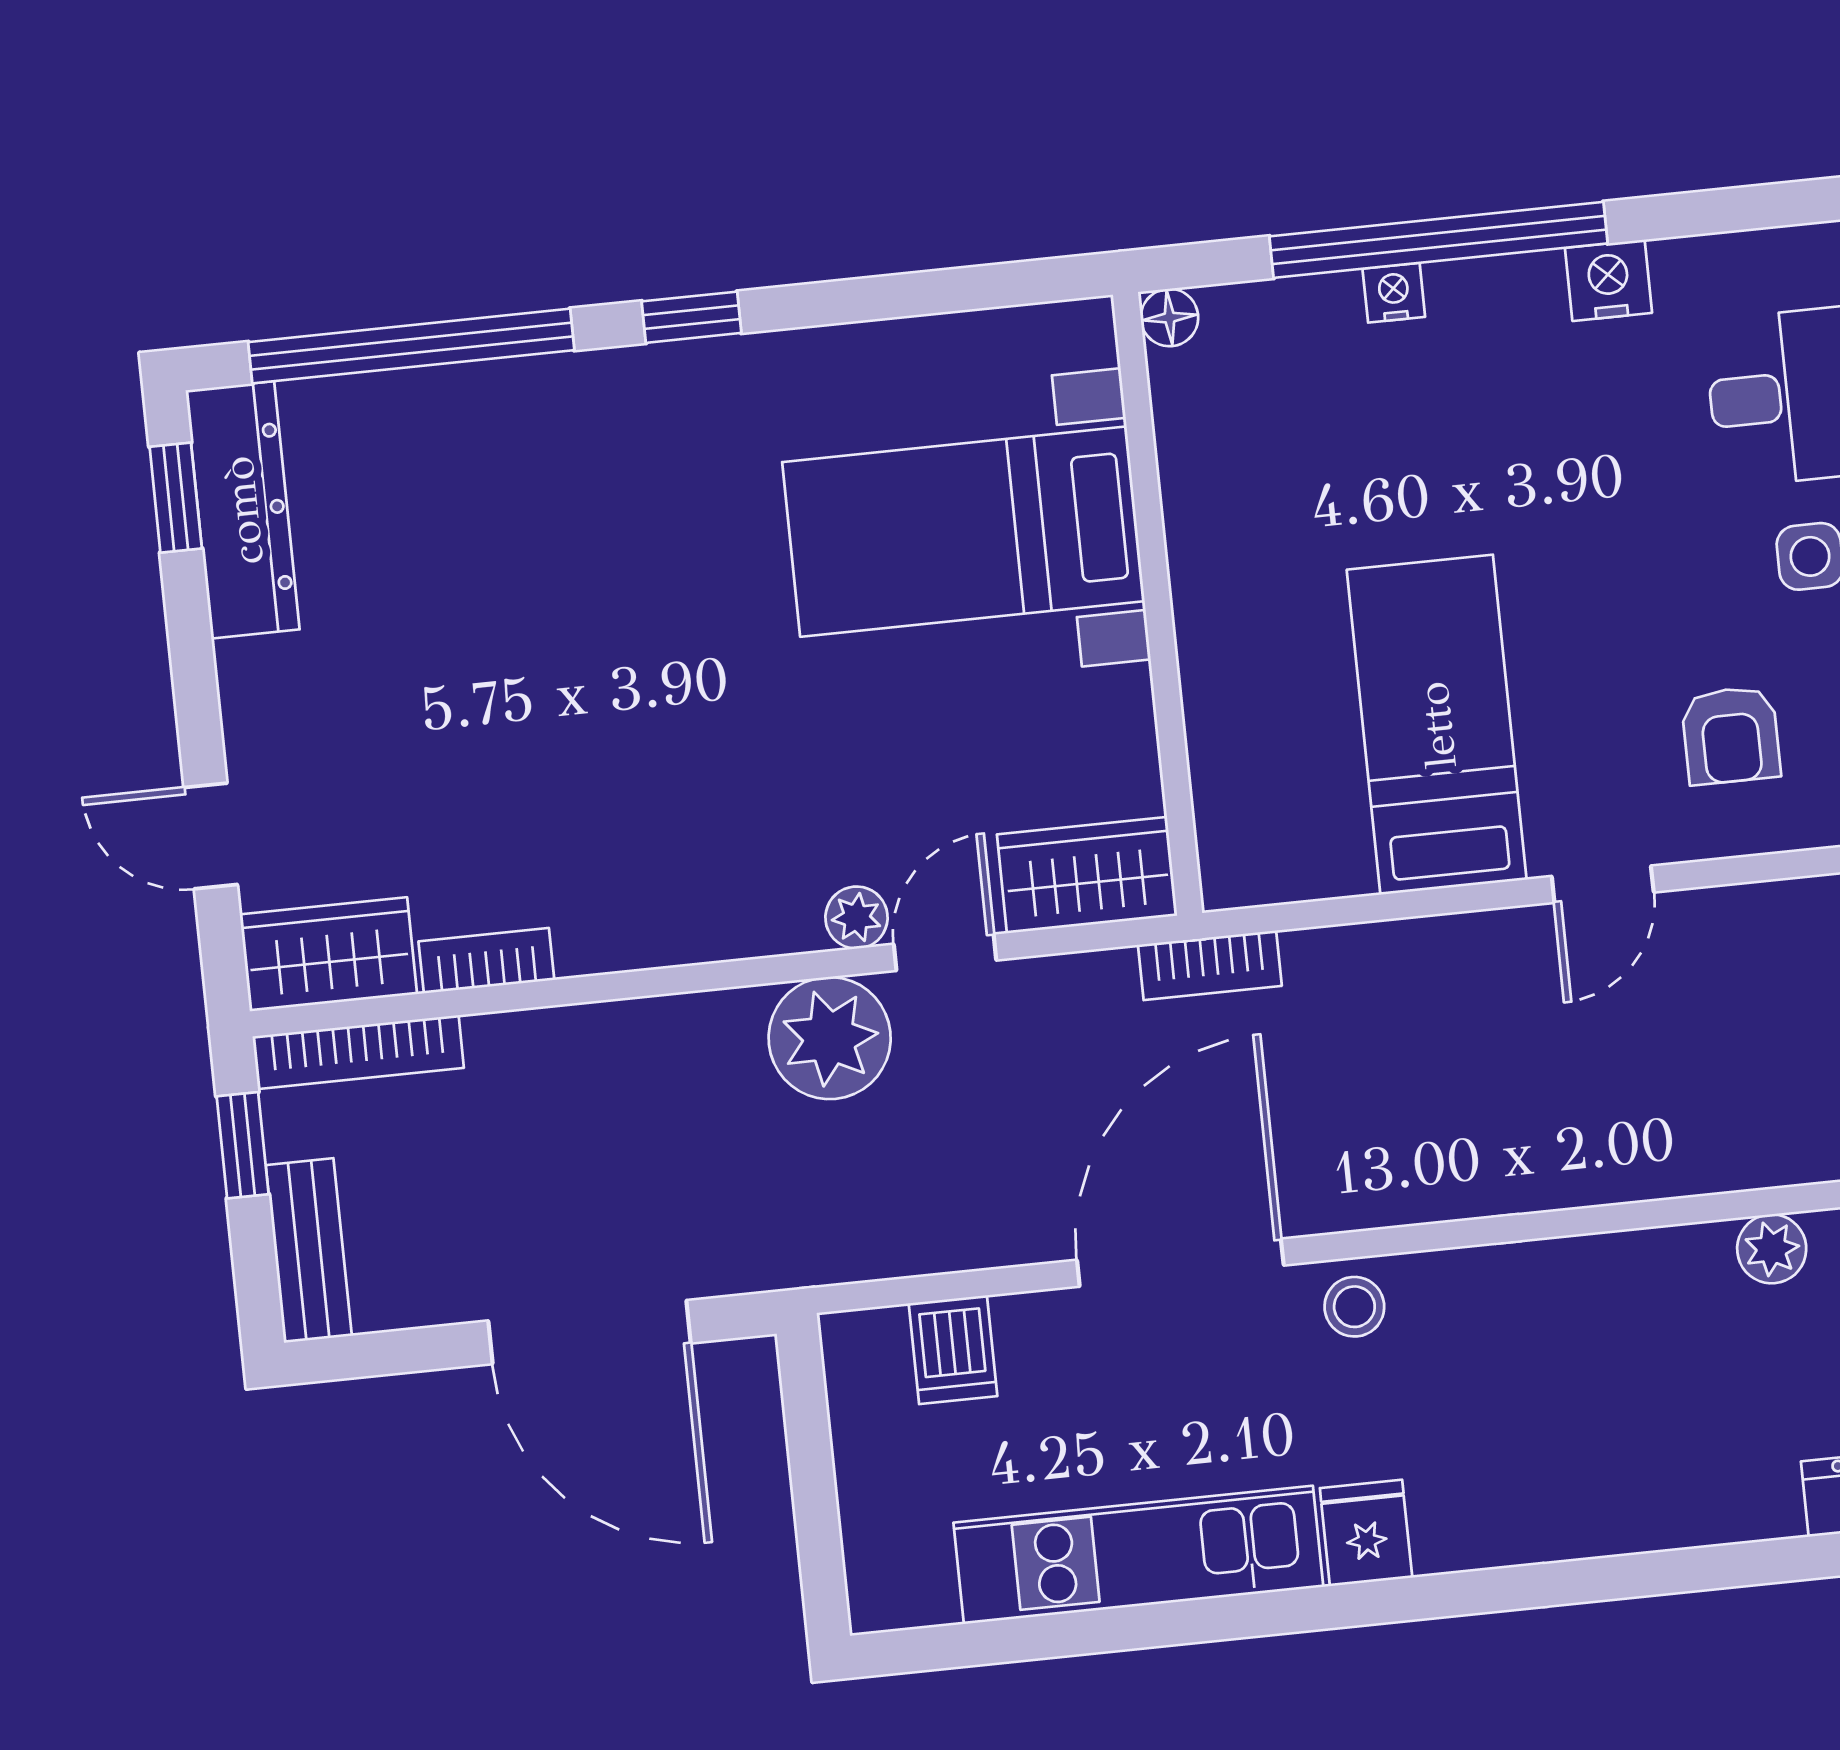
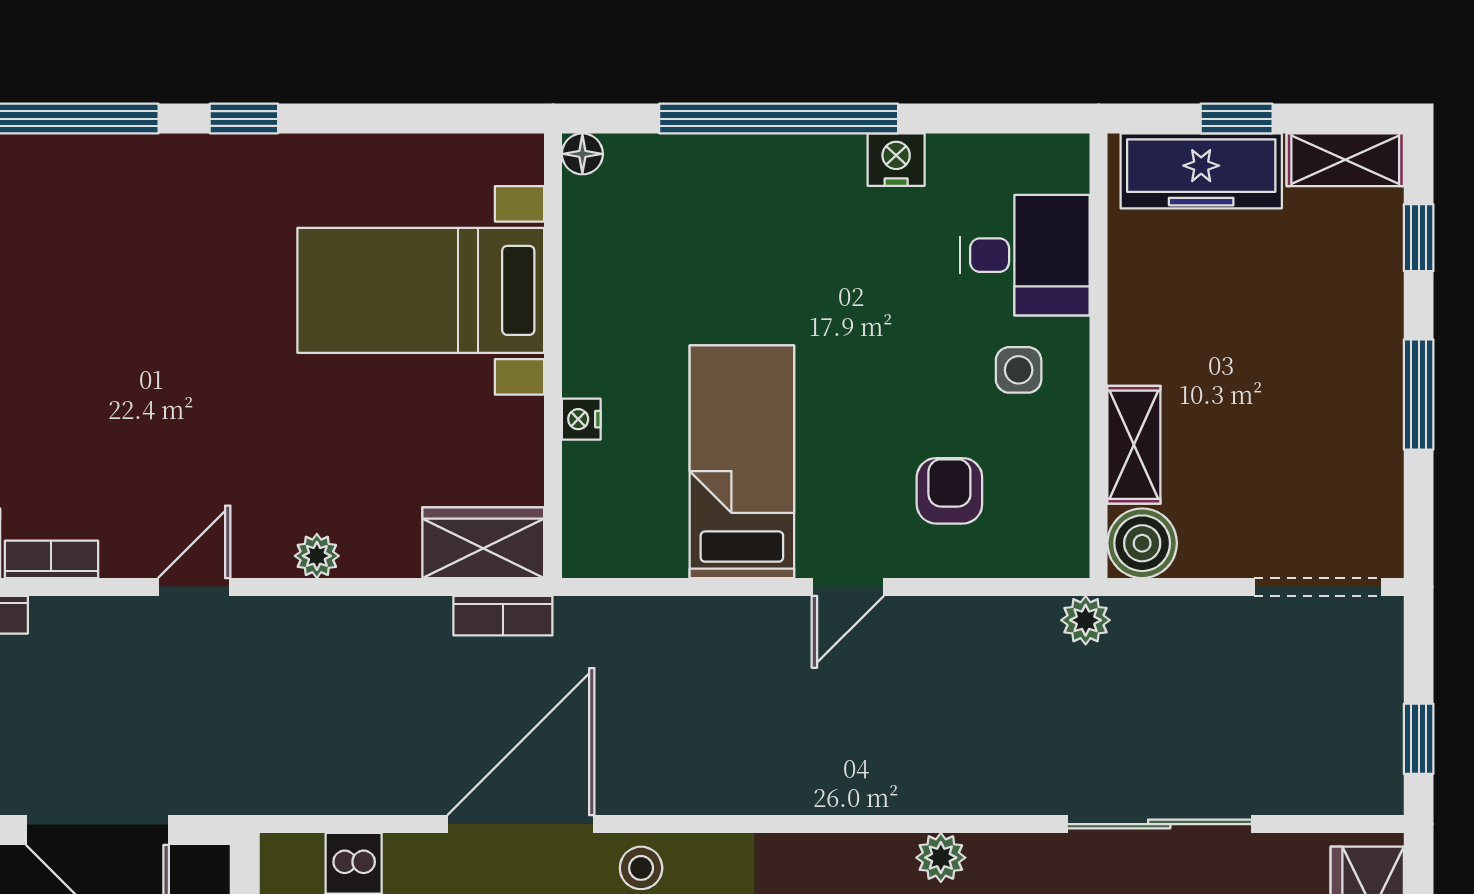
nightstand: (1394, 293) -> (581, 419), moved, turned -90
armchair: (1731, 735) -> (949, 491), turned 180
door: (945, 952) -> (194, 587), moved
bookcase: (1210, 965) -> (503, 616), moved
plant: (830, 1038) -> (289, 639), removed

